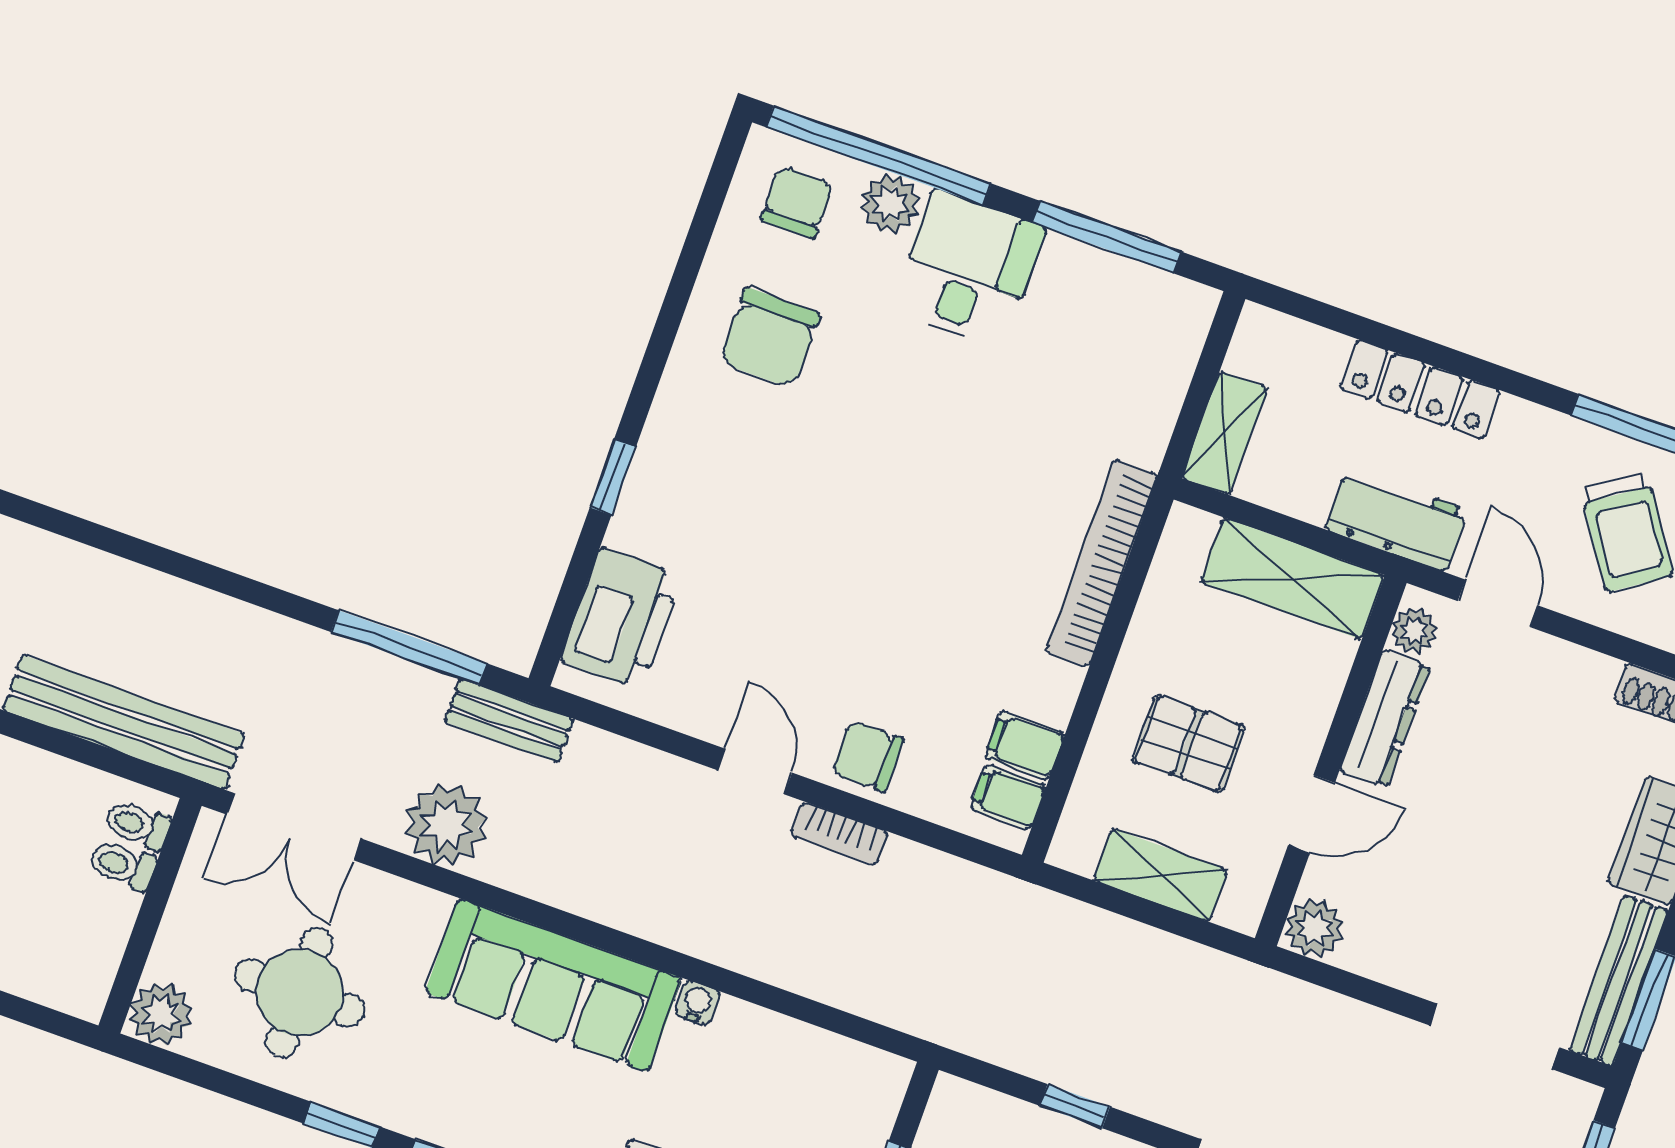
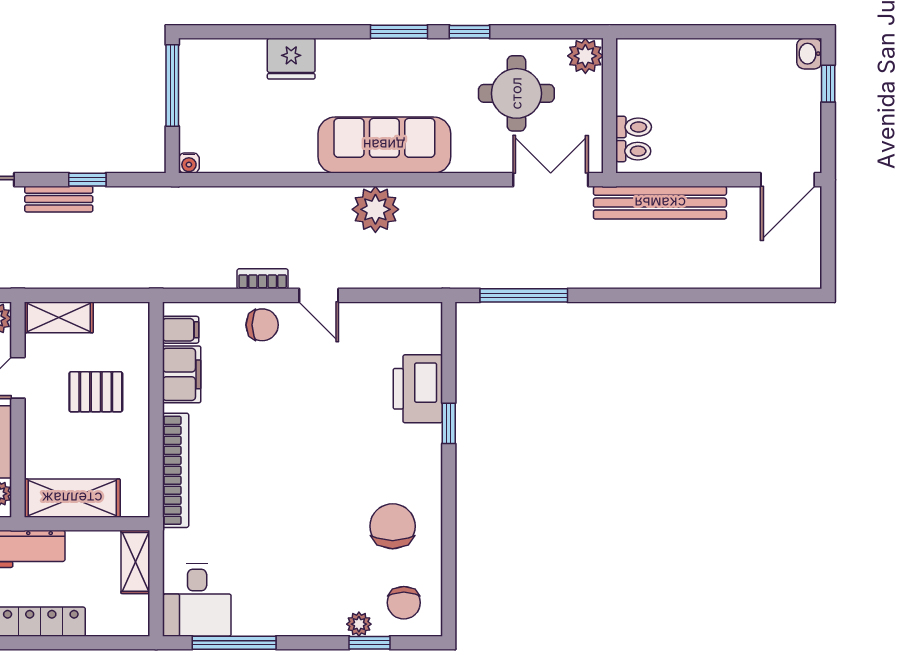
window: (879, 155) -> (370, 643), width x0.32
plant: (890, 204) -> (359, 624), width x0.73, depth x0.73
desk: (968, 269) -> (197, 600), moved
printer: (621, 618) -> (418, 389), moved
bench: (509, 720) -> (59, 199), moved
filing cabinet: (1025, 745) -> (182, 374), width x2.00
plant: (446, 825) -> (375, 209), moved
shelving: (1161, 875) -> (59, 317), moved
water cooler: (697, 1003) -> (189, 163), moved

